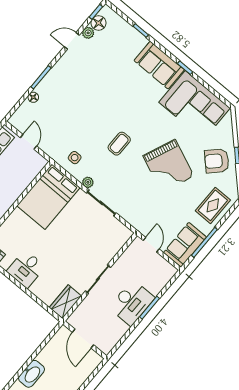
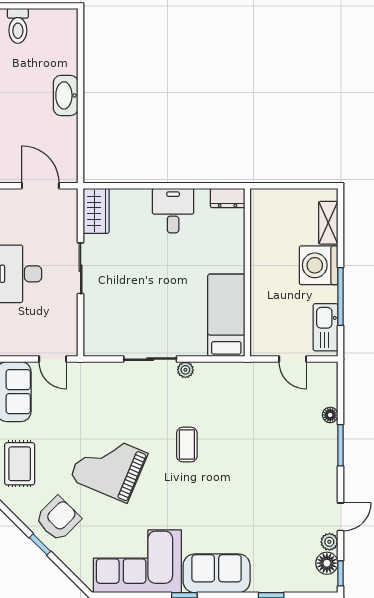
side table: (75, 158) -> (225, 386), removed
bed: (48, 197) -> (226, 315), width x0.67

